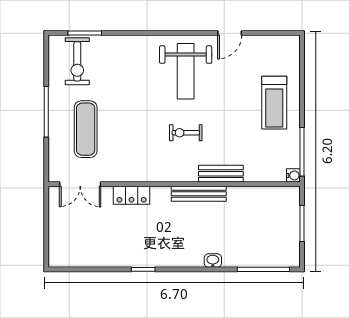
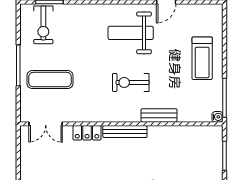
weight bench: (186, 71) -> (131, 33), turned 90
exercise mat: (86, 129) -> (50, 80), turned 90
exercise bike: (186, 133) -> (131, 82), width x1.38, depth x1.39
bench: (199, 194) -> (125, 132), moved

